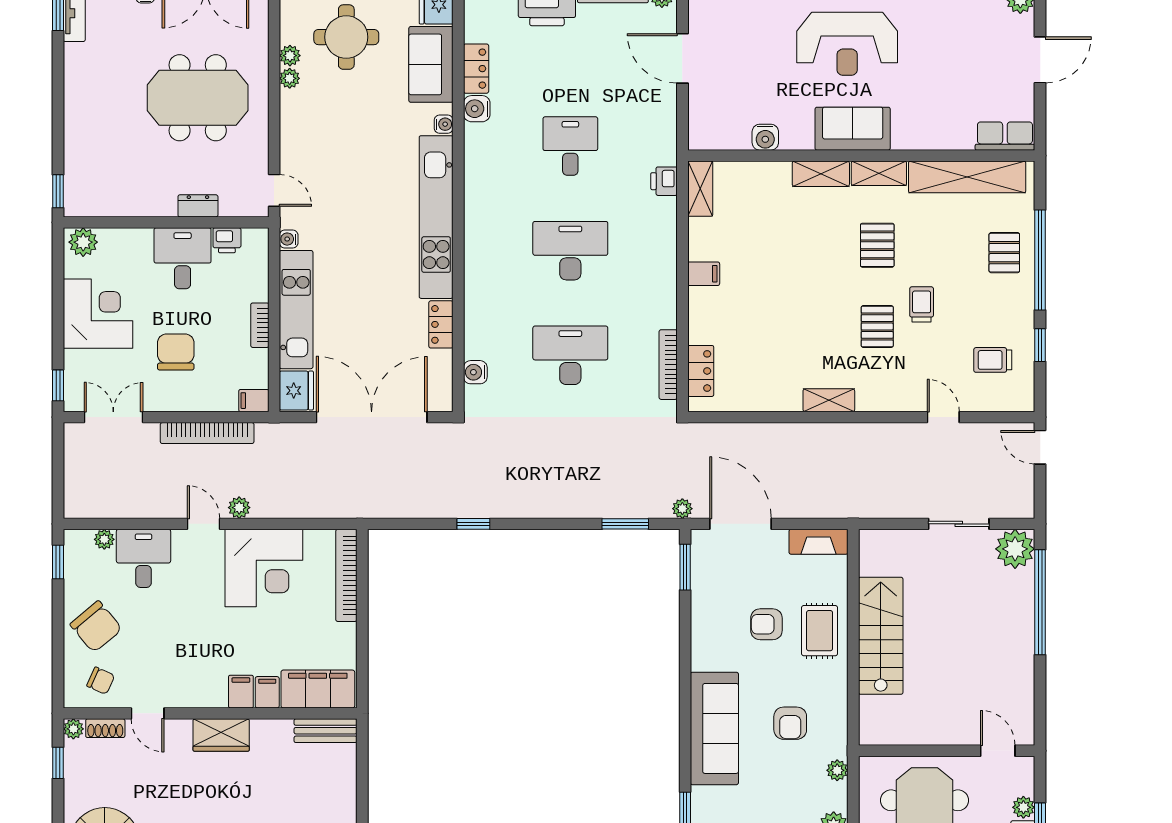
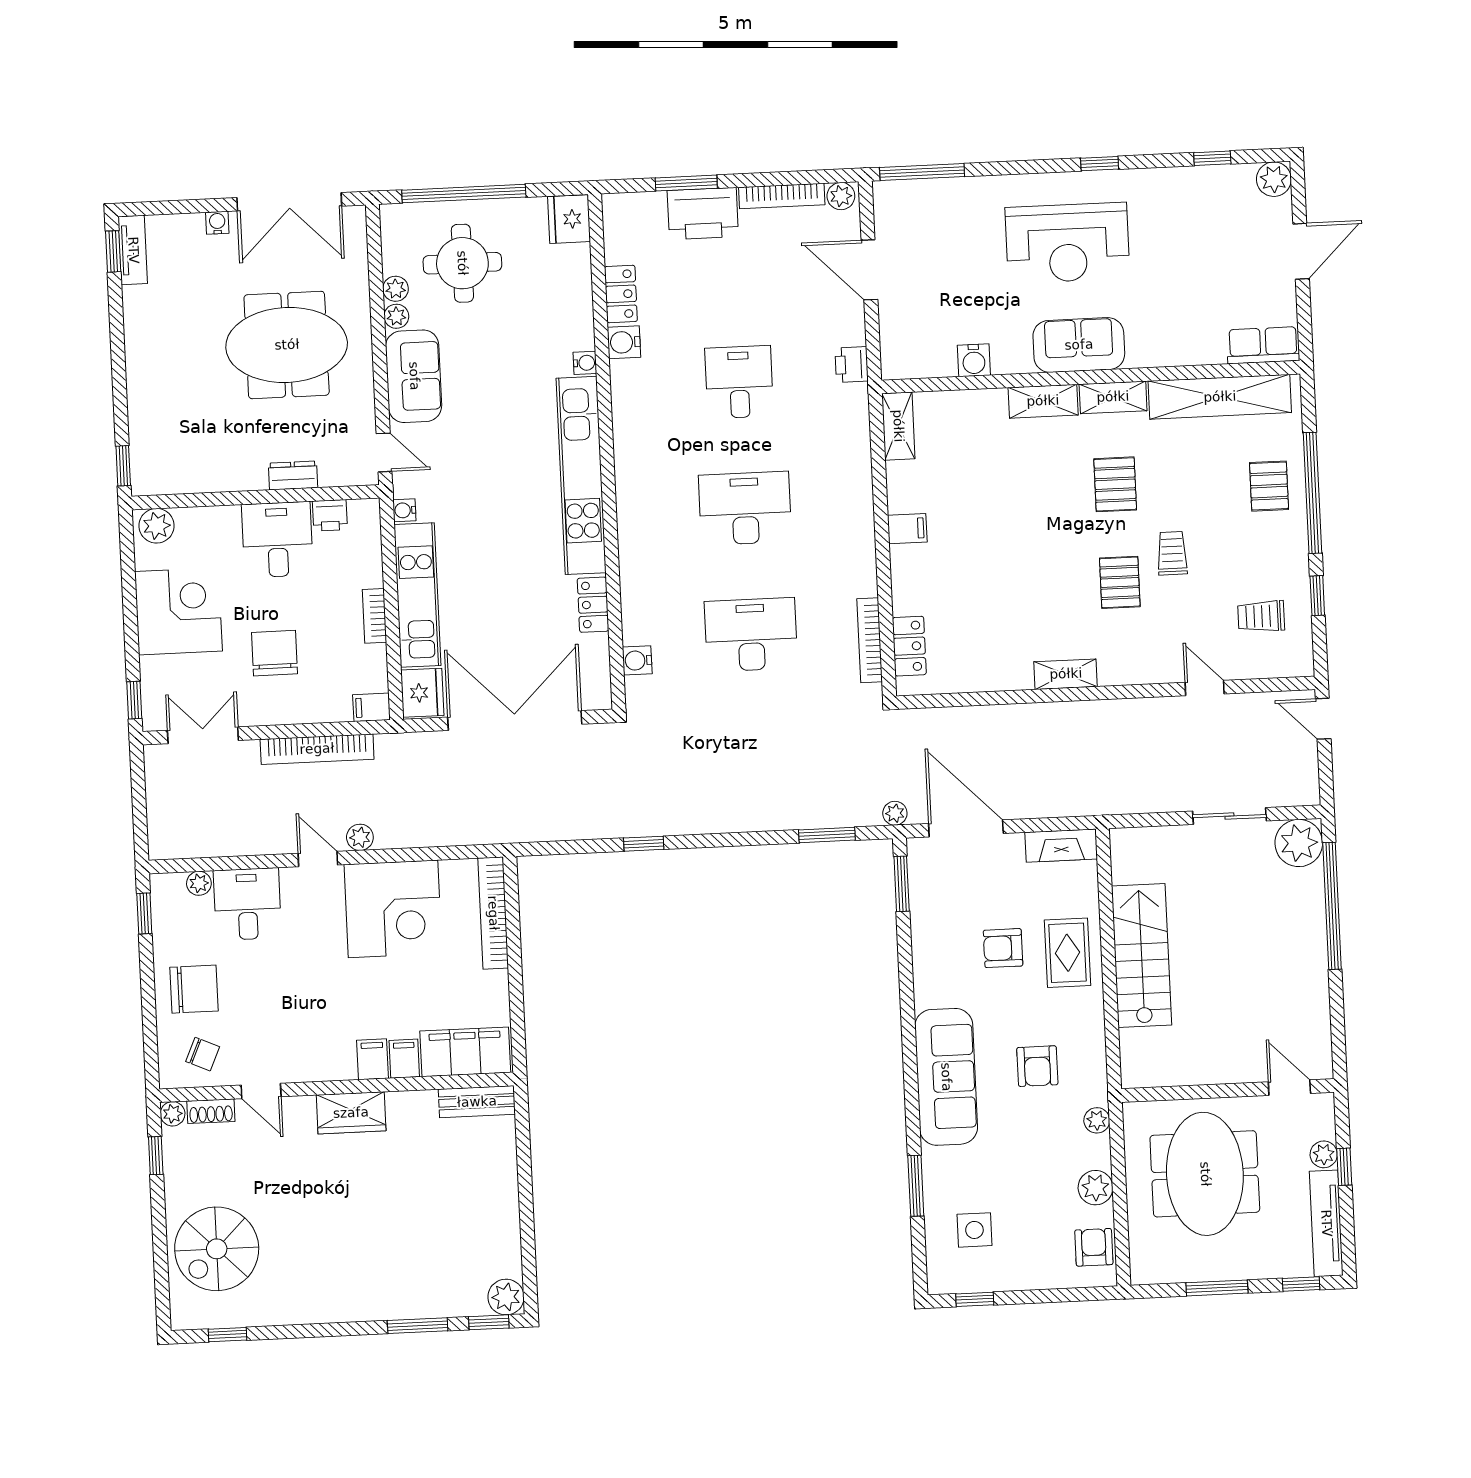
sofa: (431, 64) -> (414, 376), moved, turned 180
printer: (664, 181) -> (852, 365), moved
chair: (96, 627) -> (194, 989), turned -50

